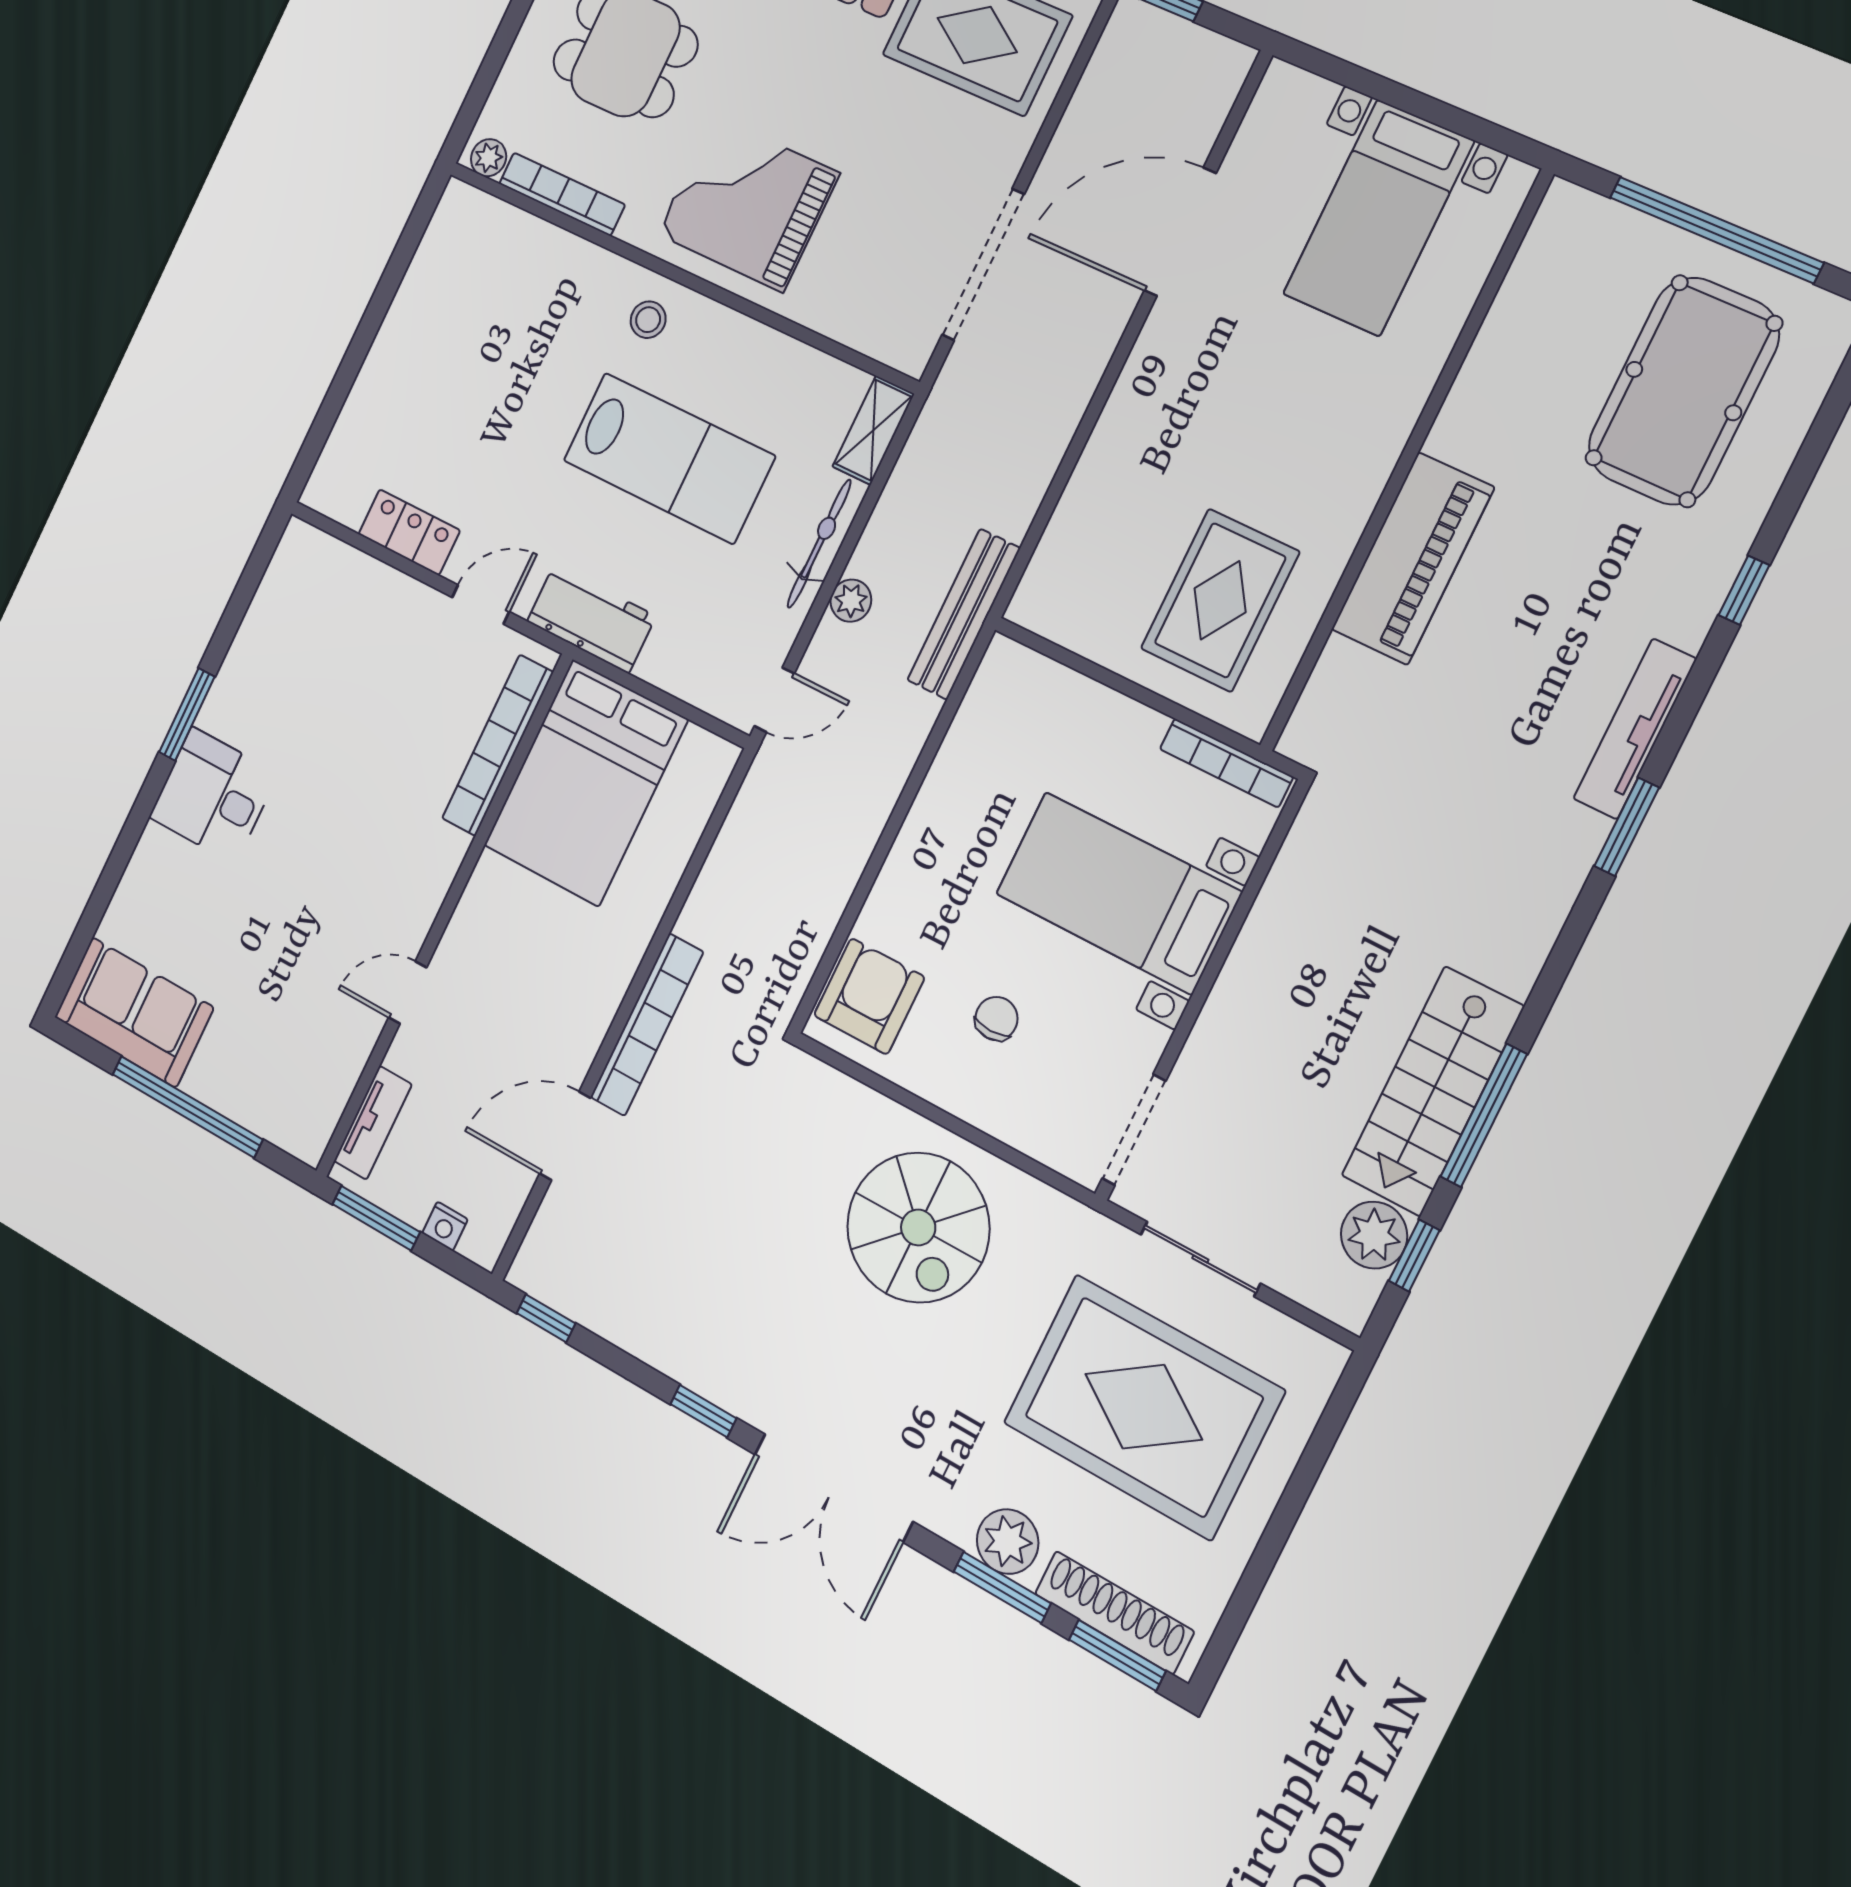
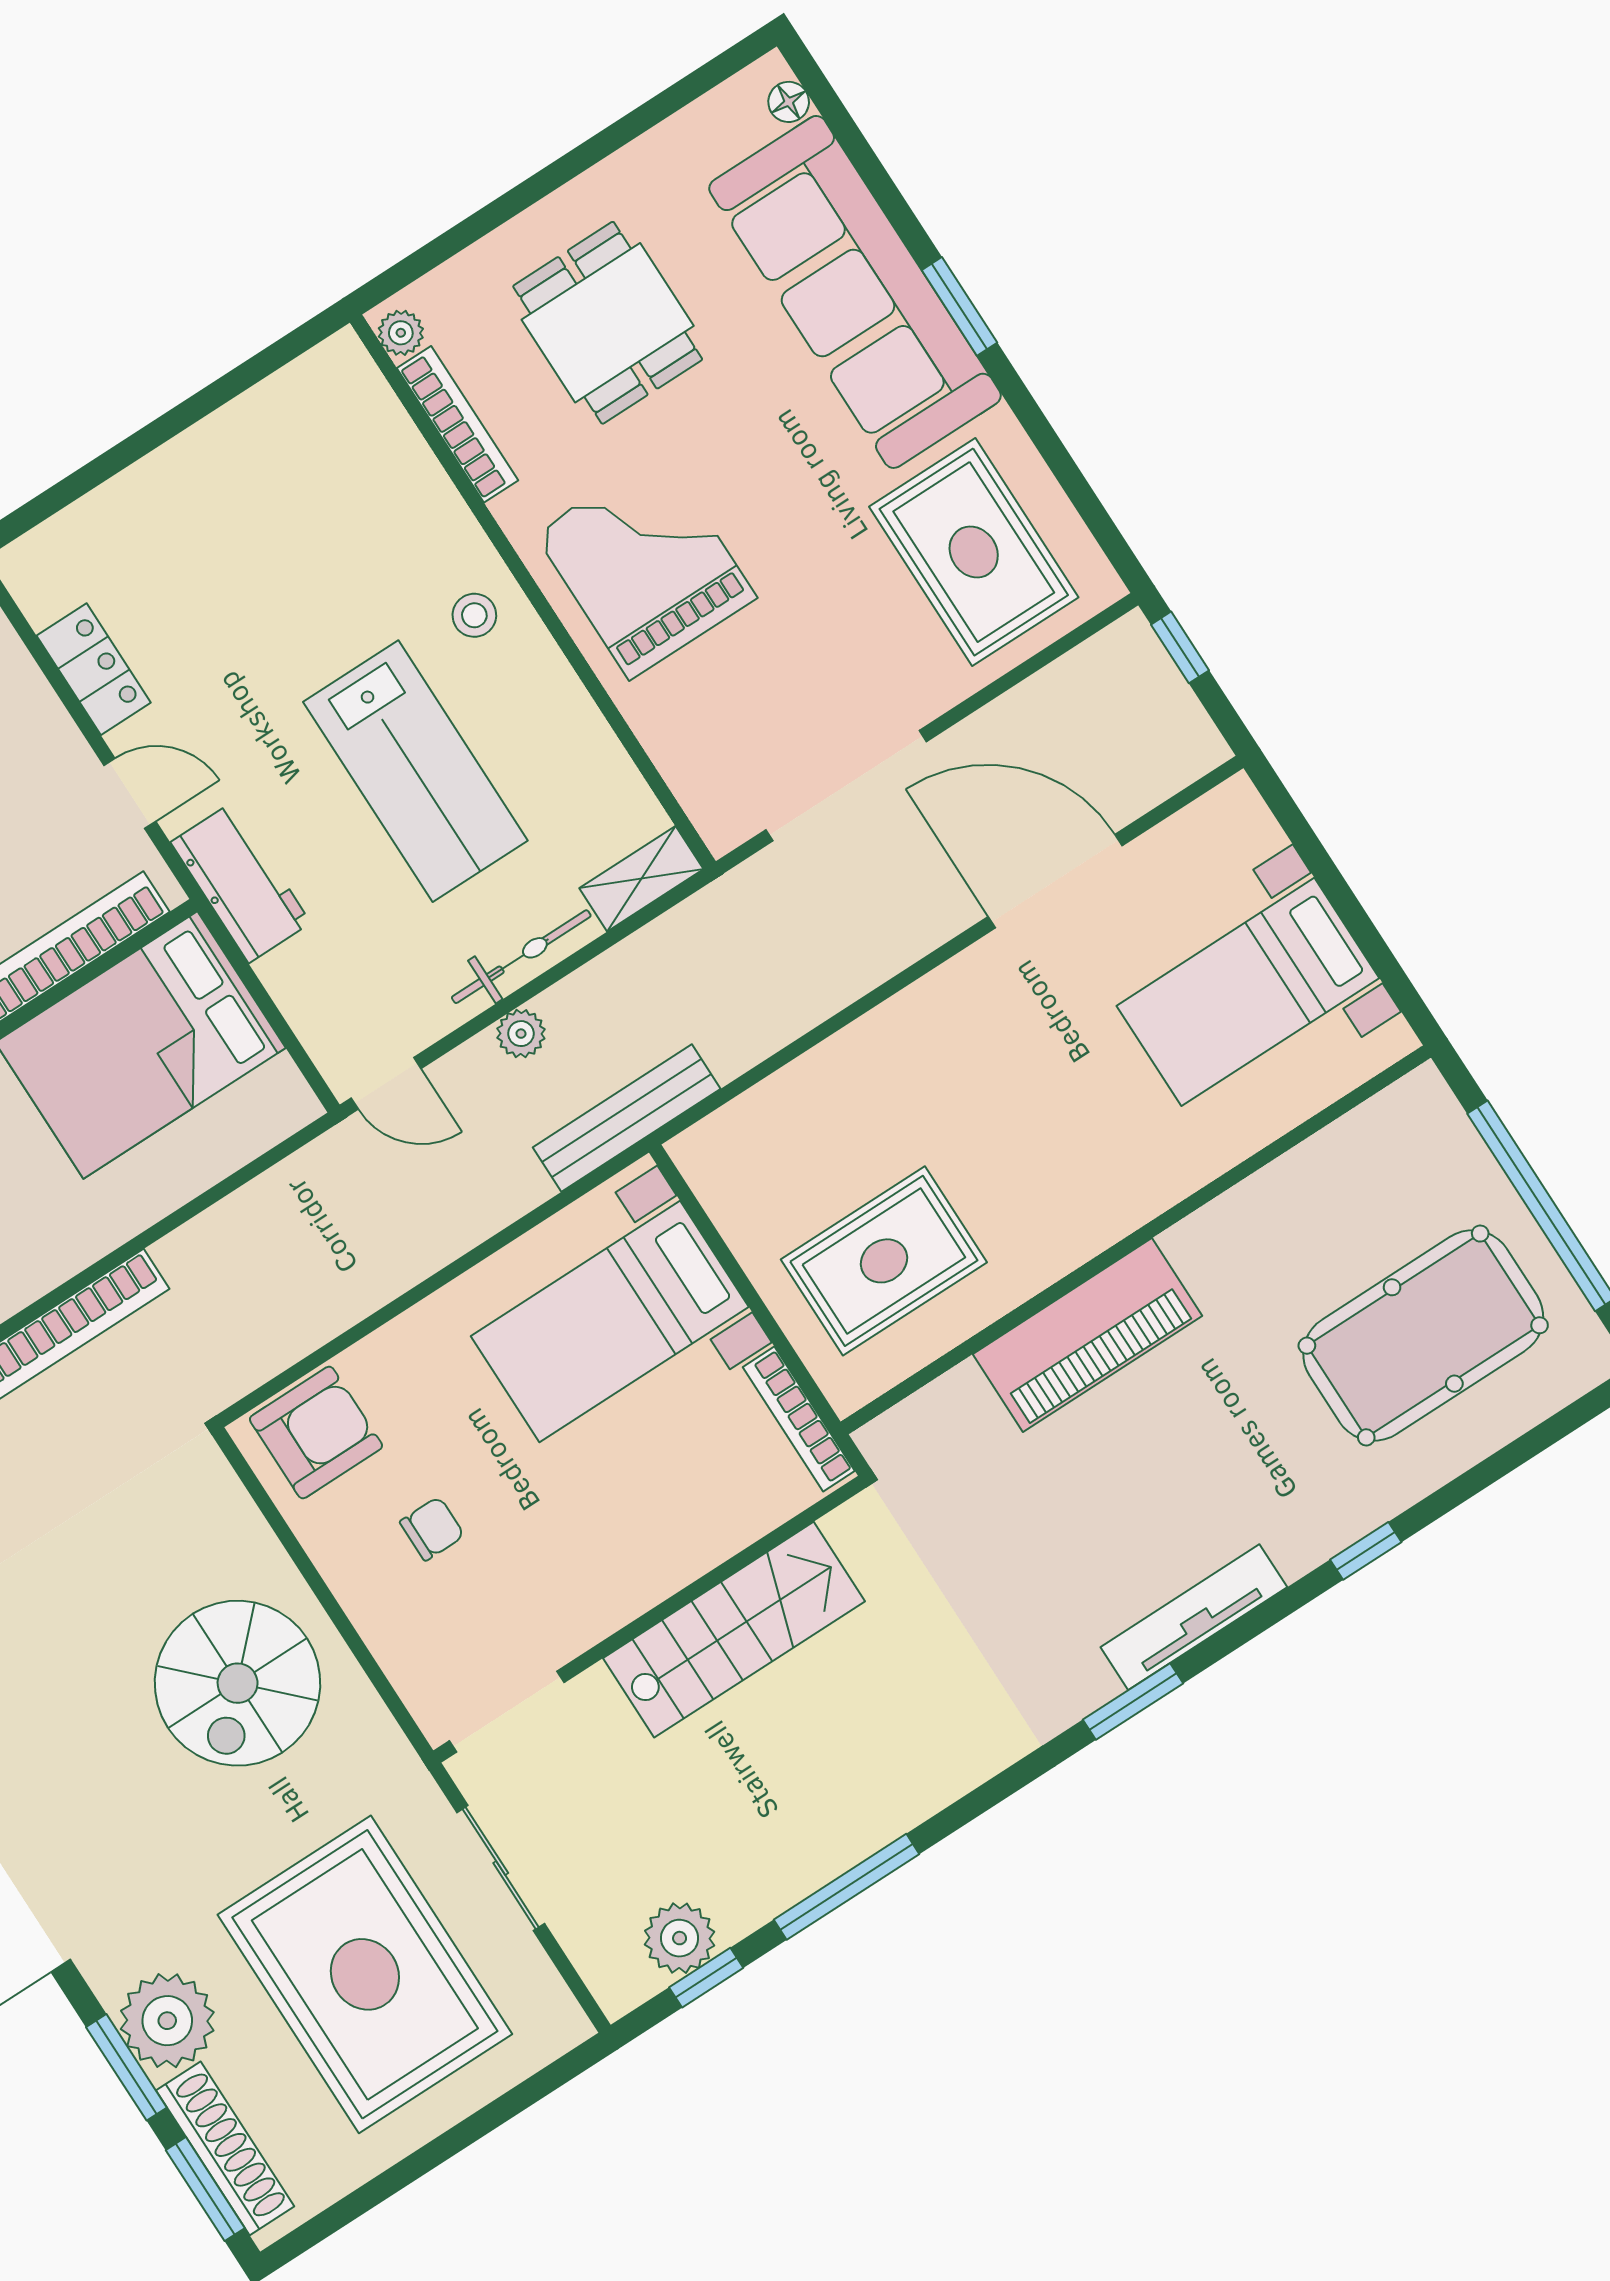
bed with nightstands: (1118, 893) -> (610, 1322), moved, turned -90
stairs: (1433, 1091) -> (734, 1630), moved, turned 180
plant: (1008, 1542) -> (167, 2021), width x1.36, depth x1.36

